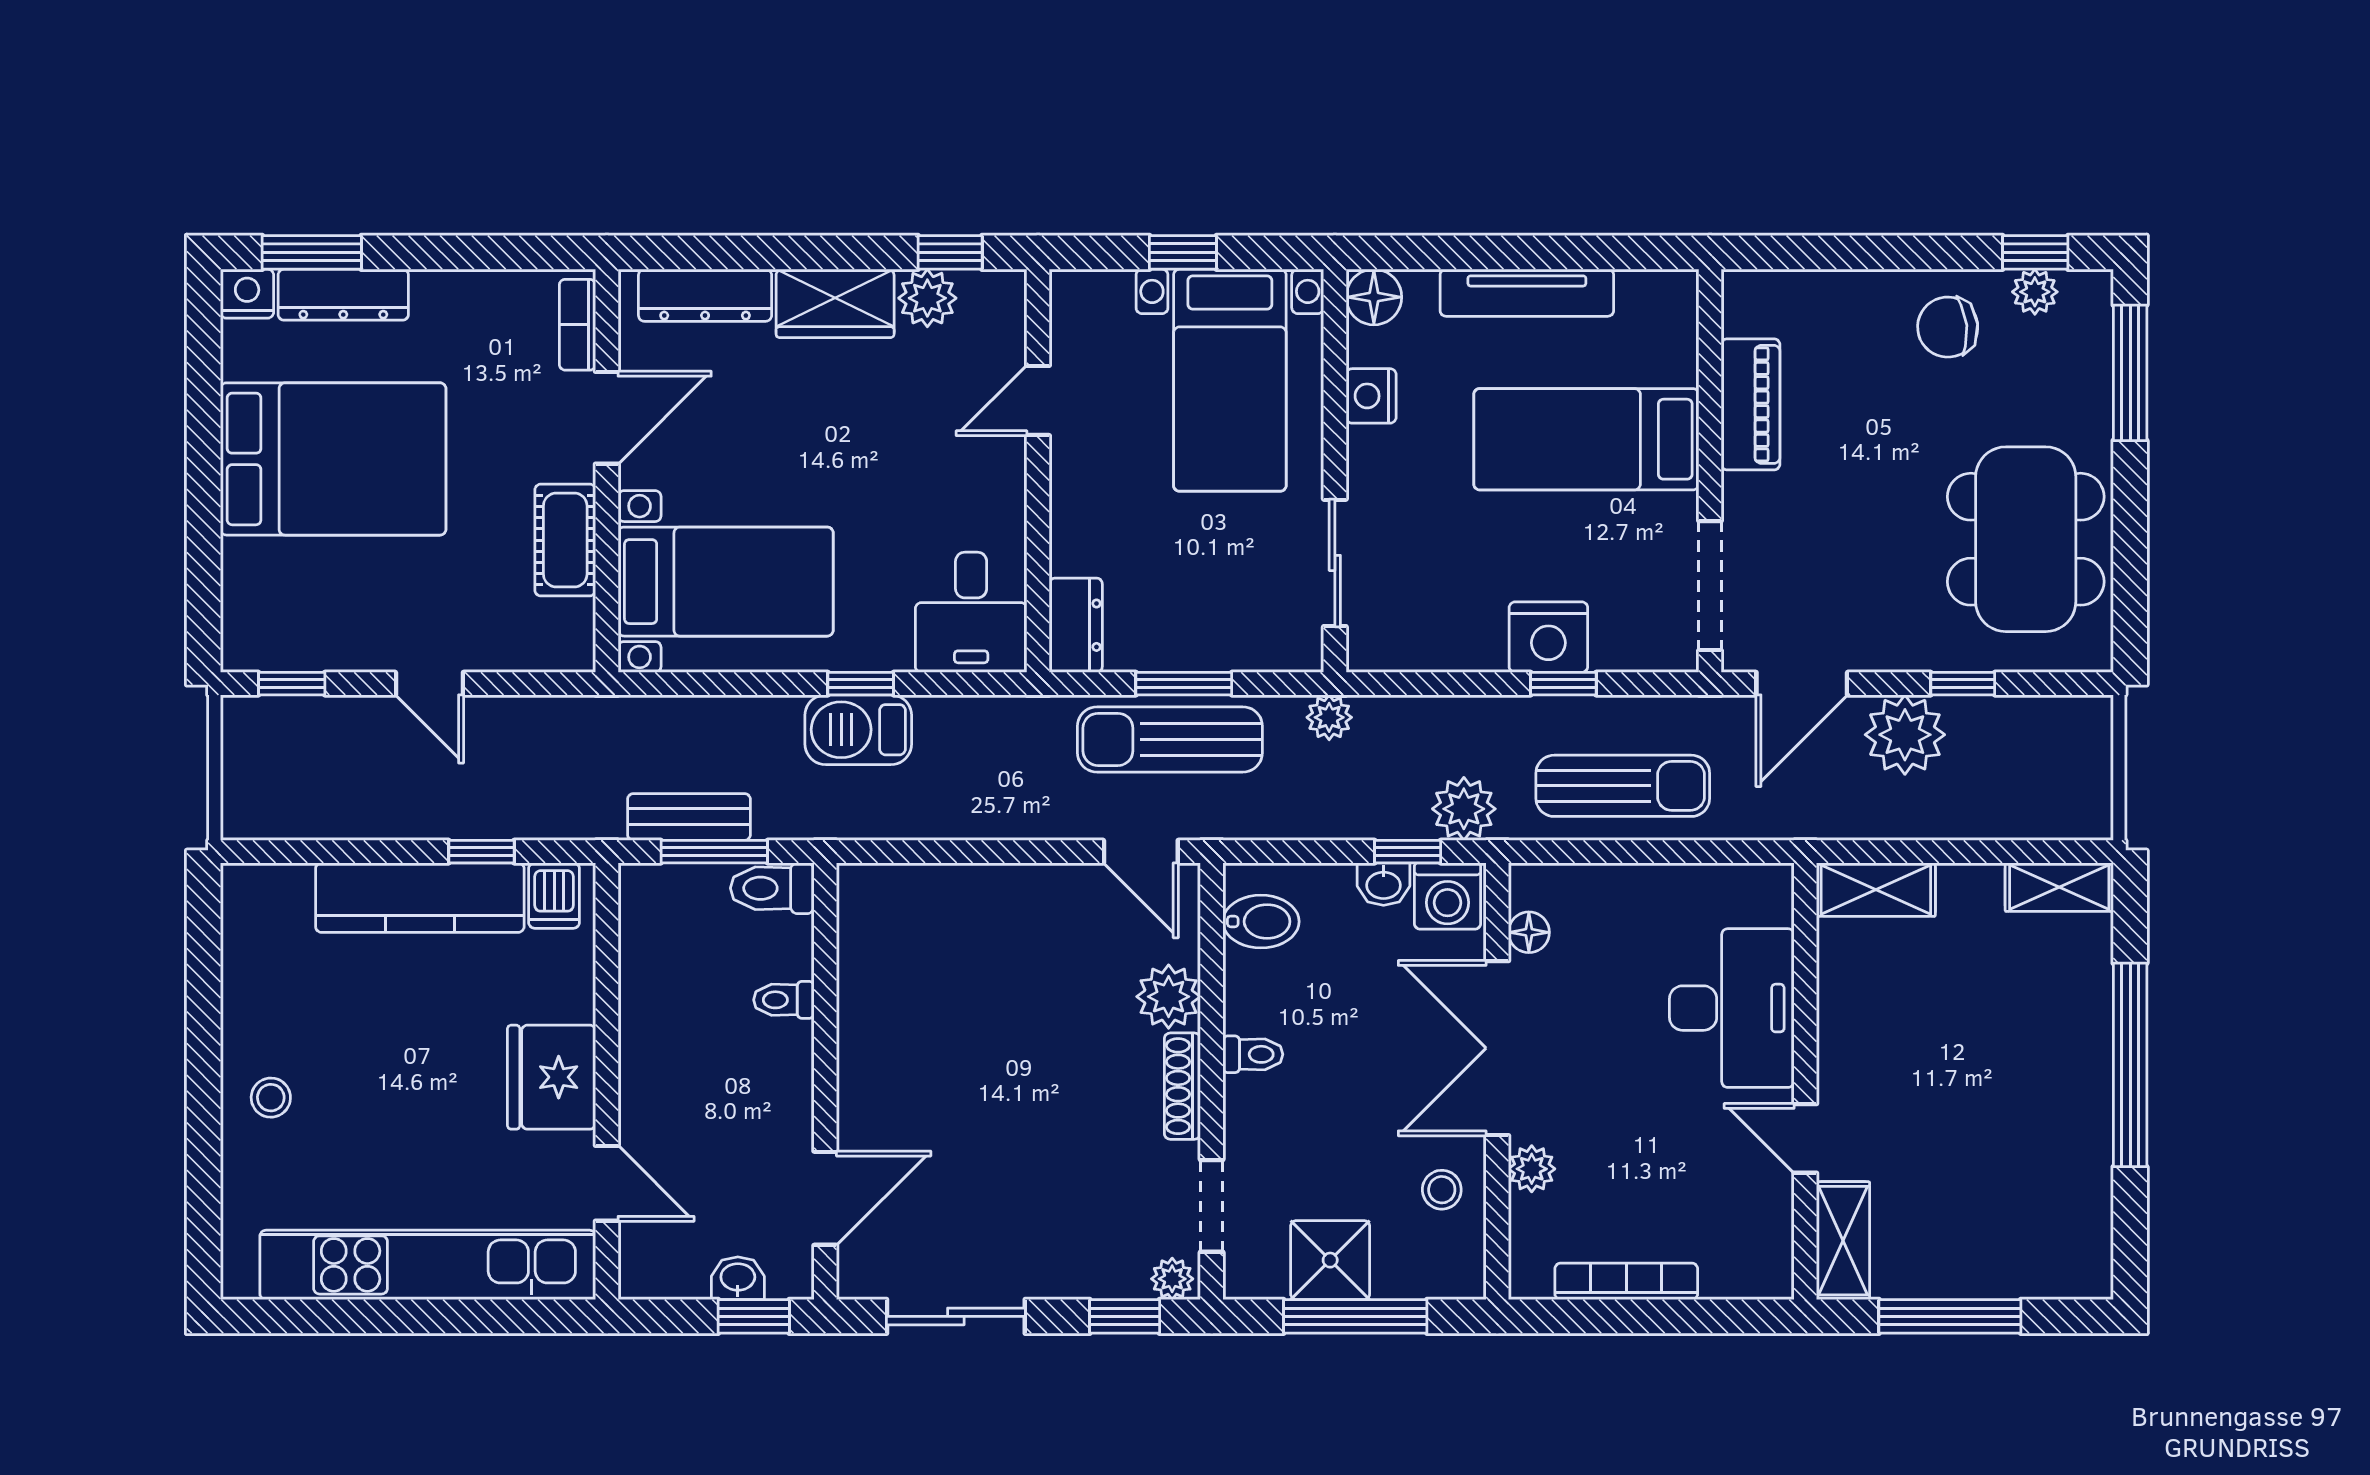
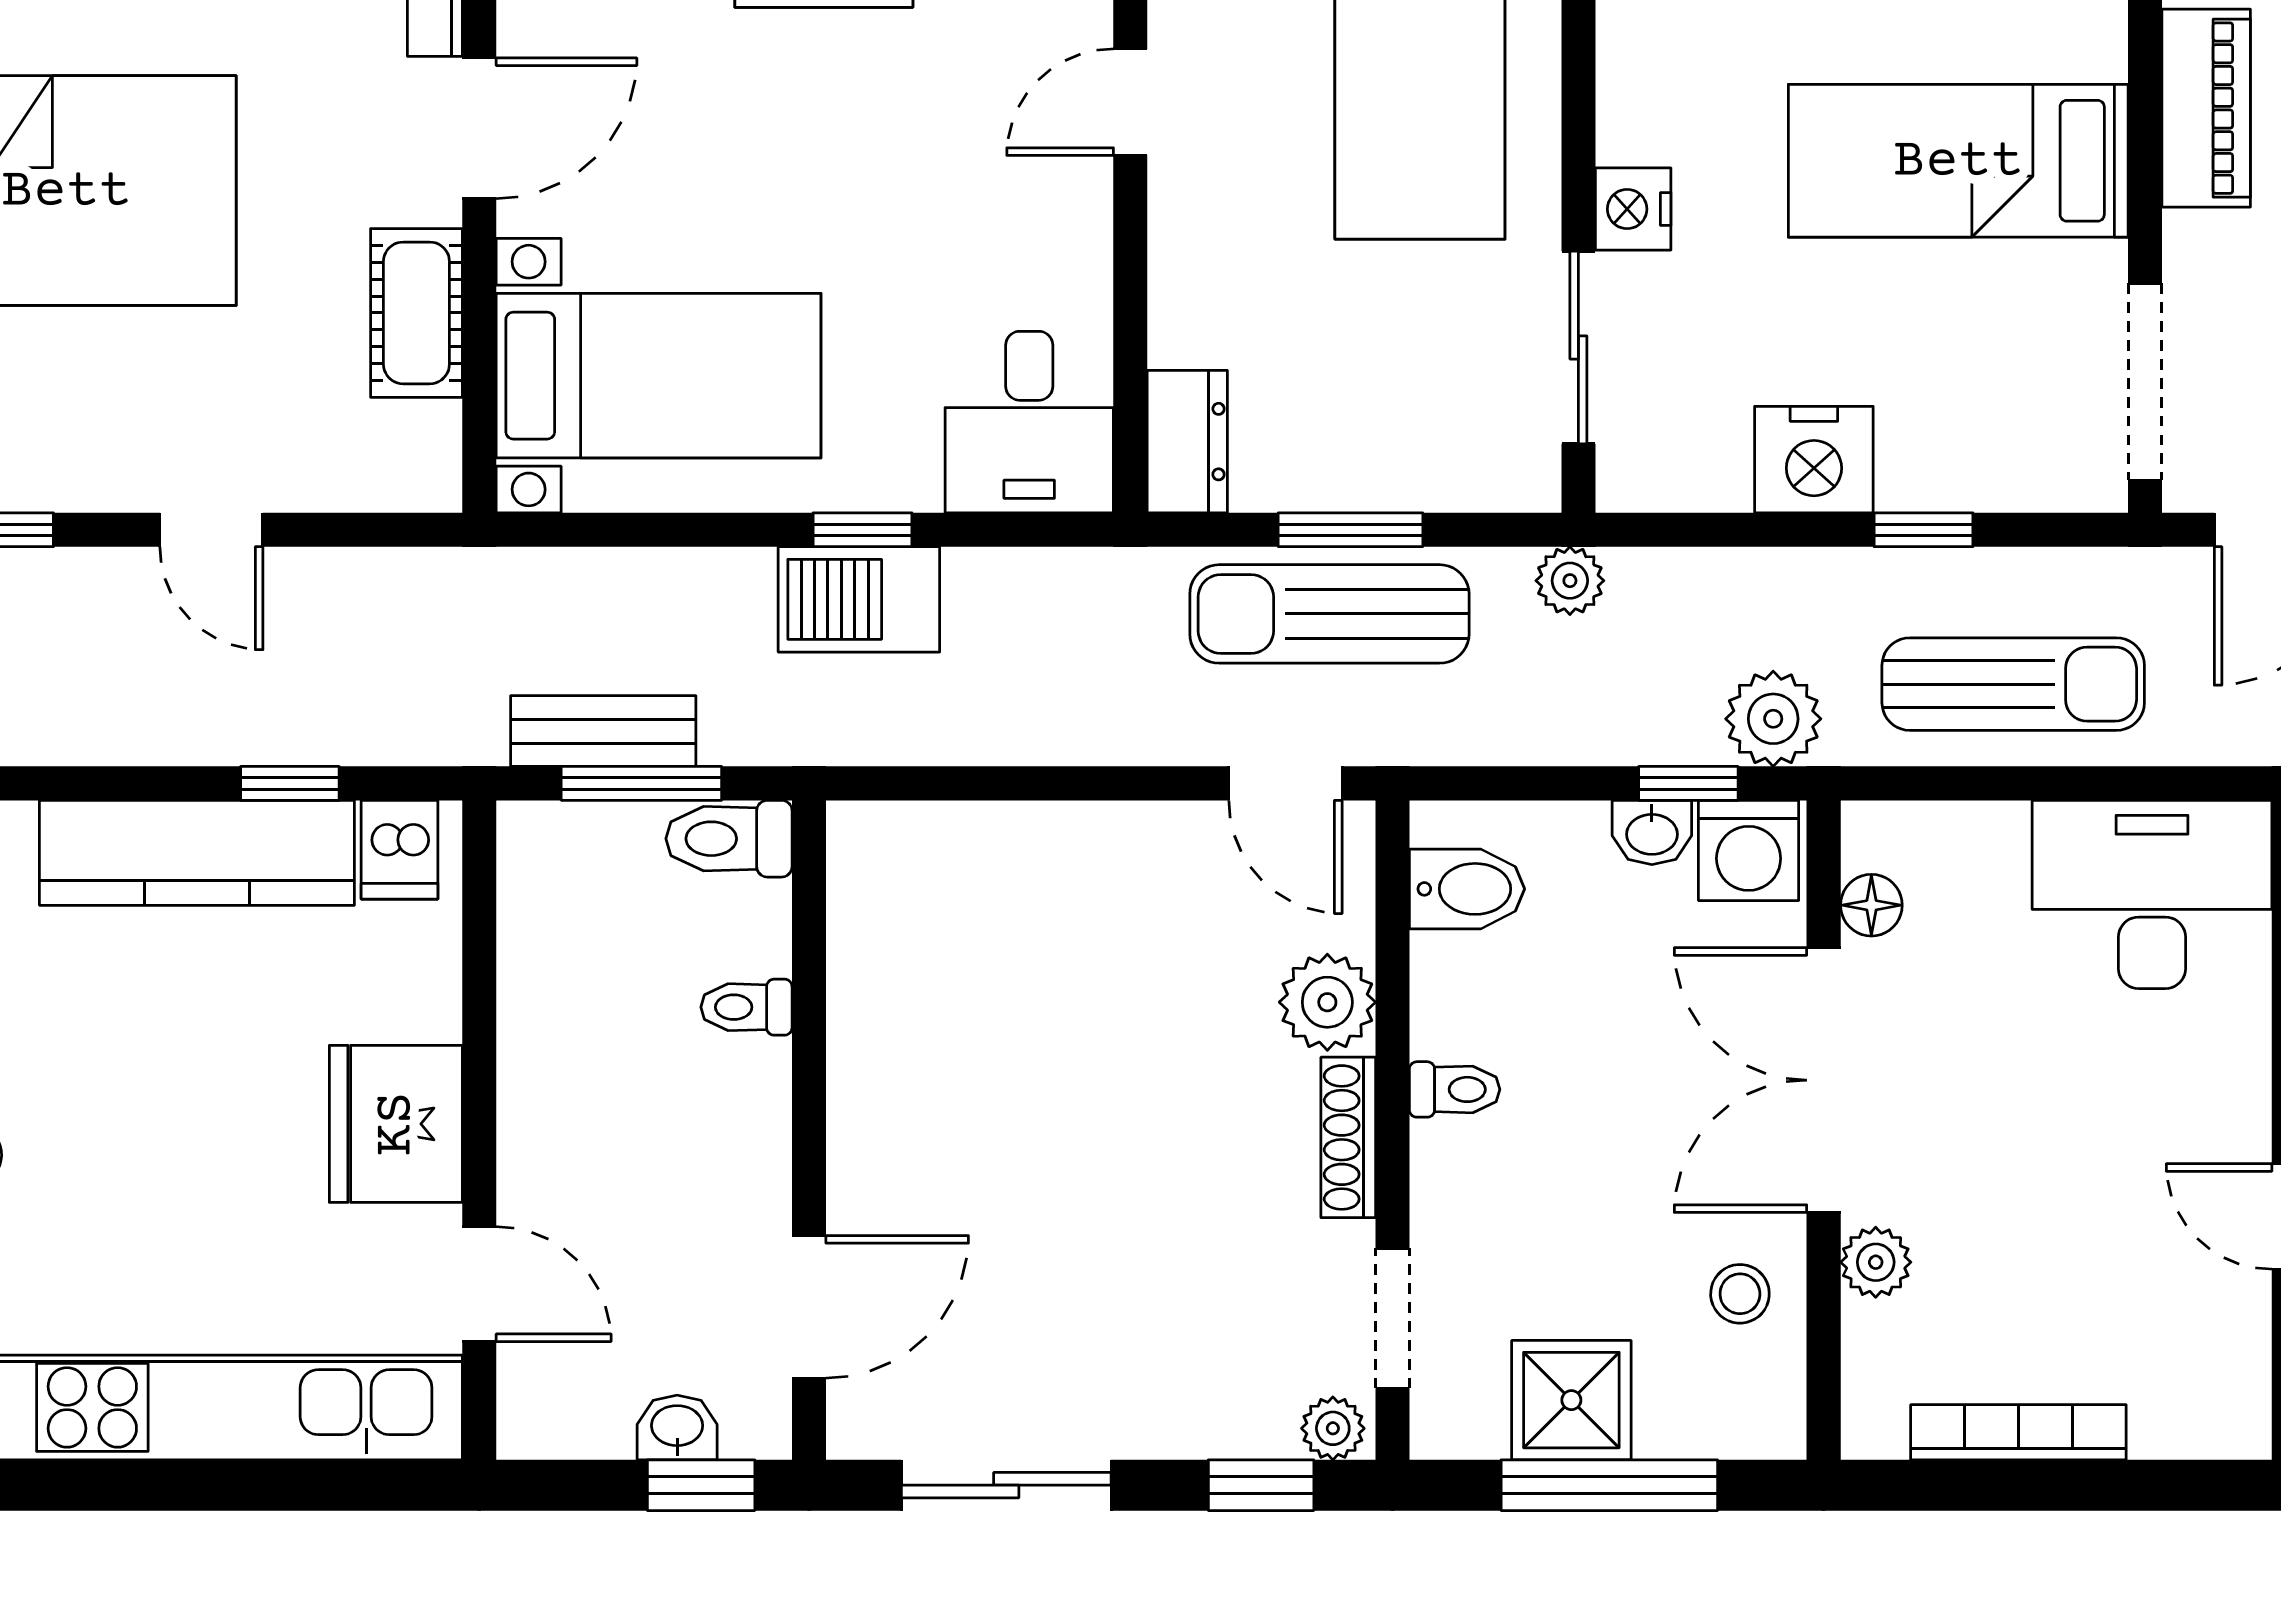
nightstand: (1371, 396) -> (1633, 209), moved
nightstand: (1548, 637) -> (1814, 460), moved
desk: (1732, 1008) -> (2152, 894), moved, turned -90

